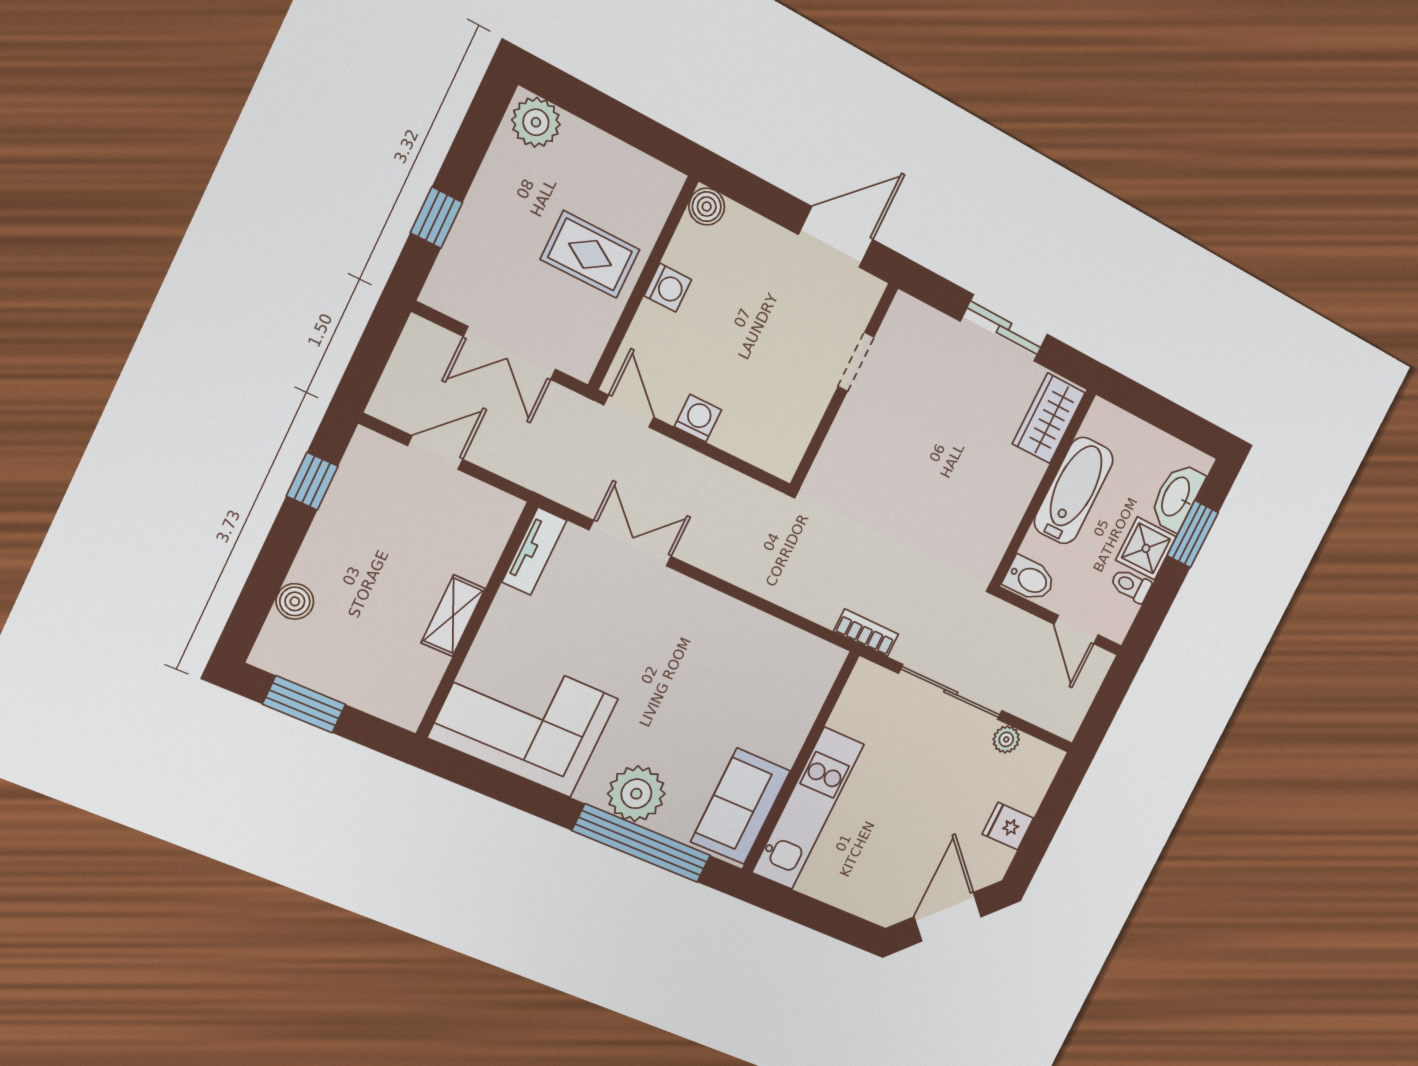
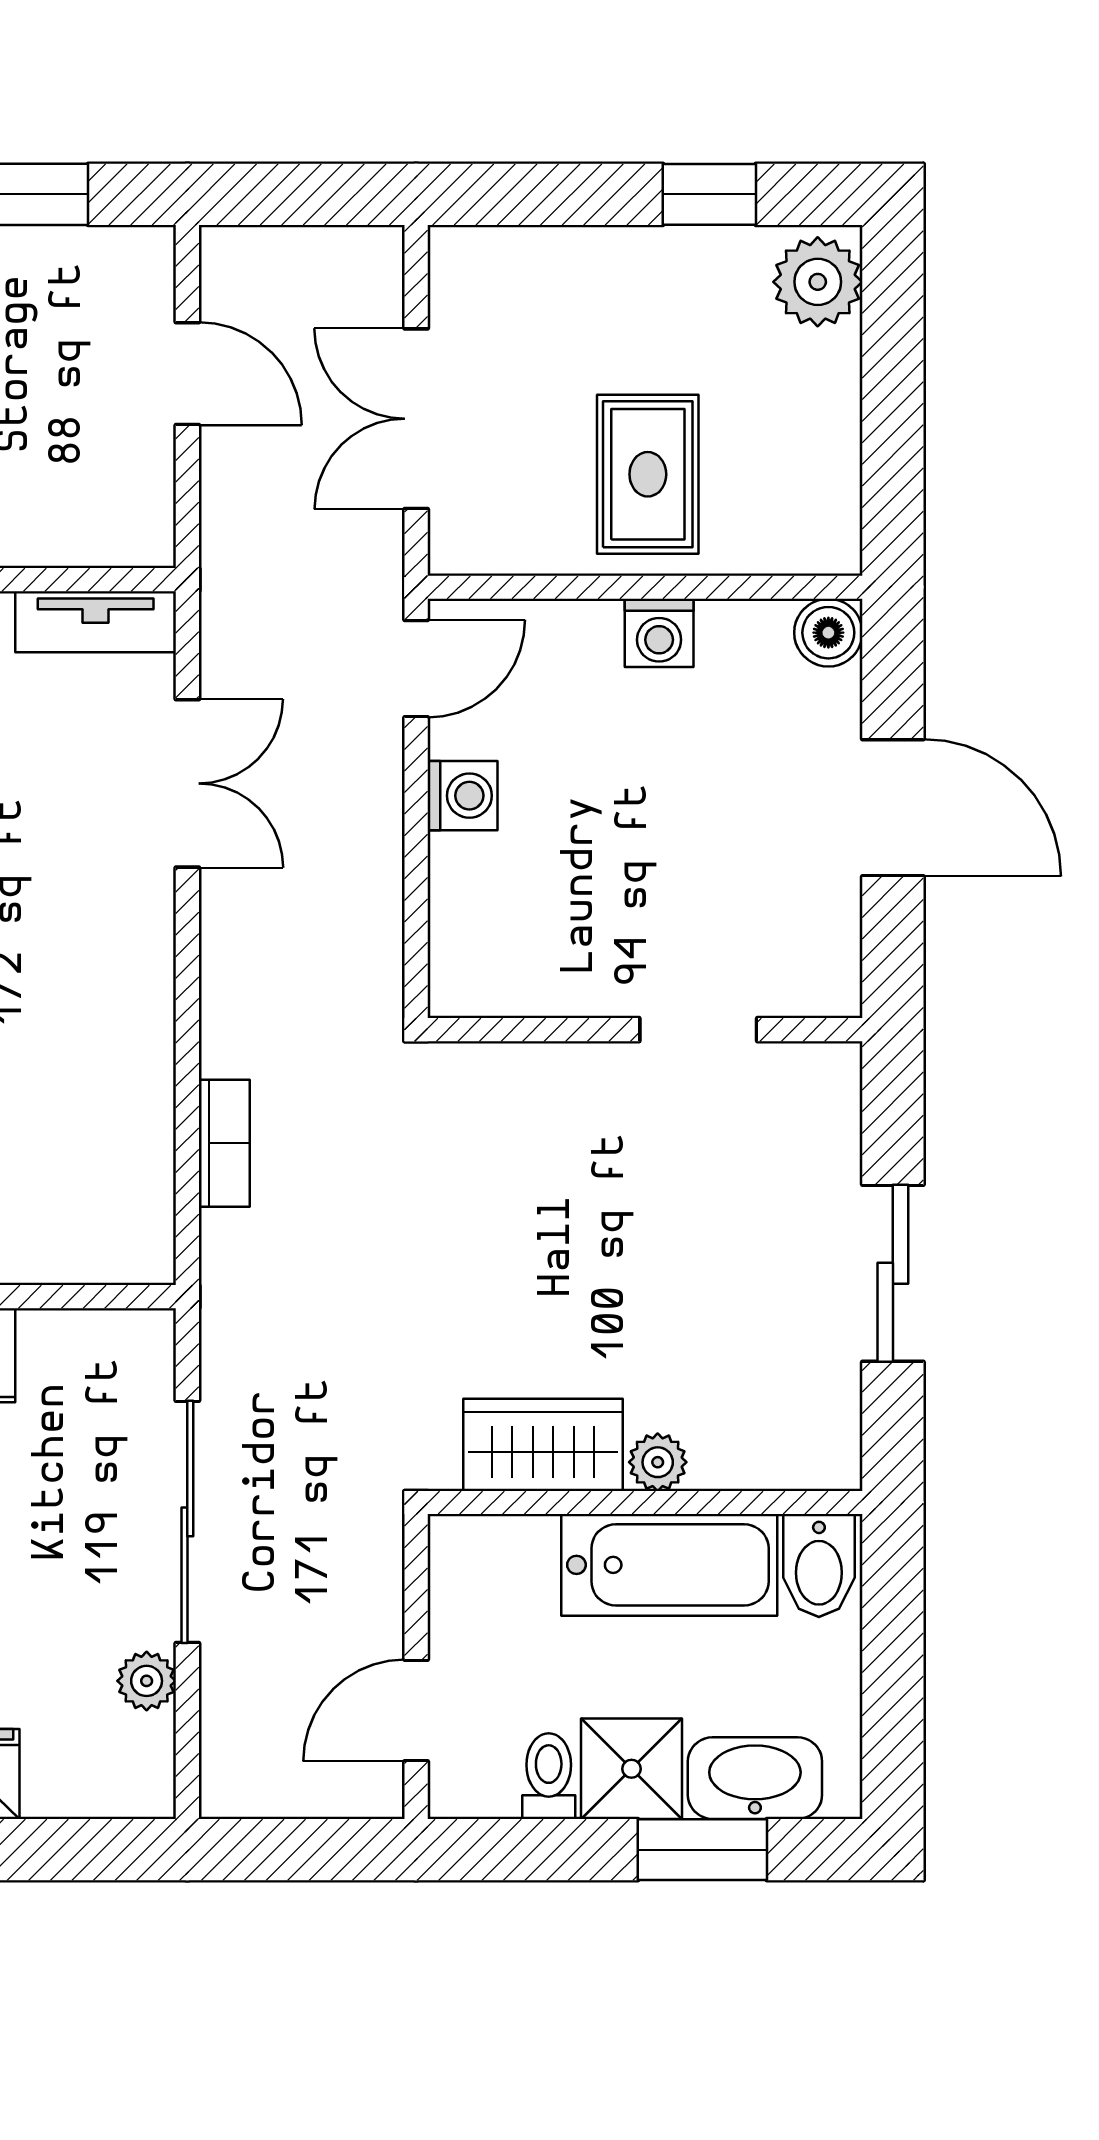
window: (436, 218) -> (709, 194), moved
door: (836, 237) -> (893, 808), moved
wardrobe: (1049, 418) -> (543, 1445), moved
plant: (1029, 474) -> (658, 1462), added
bidet: (1030, 579) -> (819, 1566), moved
bookcase: (866, 633) -> (224, 1143), moved

